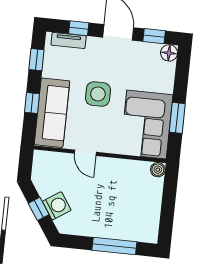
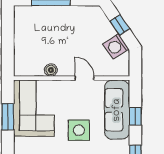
boiler: (158, 170) -> (51, 70), moved
washing machine: (57, 206) -> (116, 46), moved

